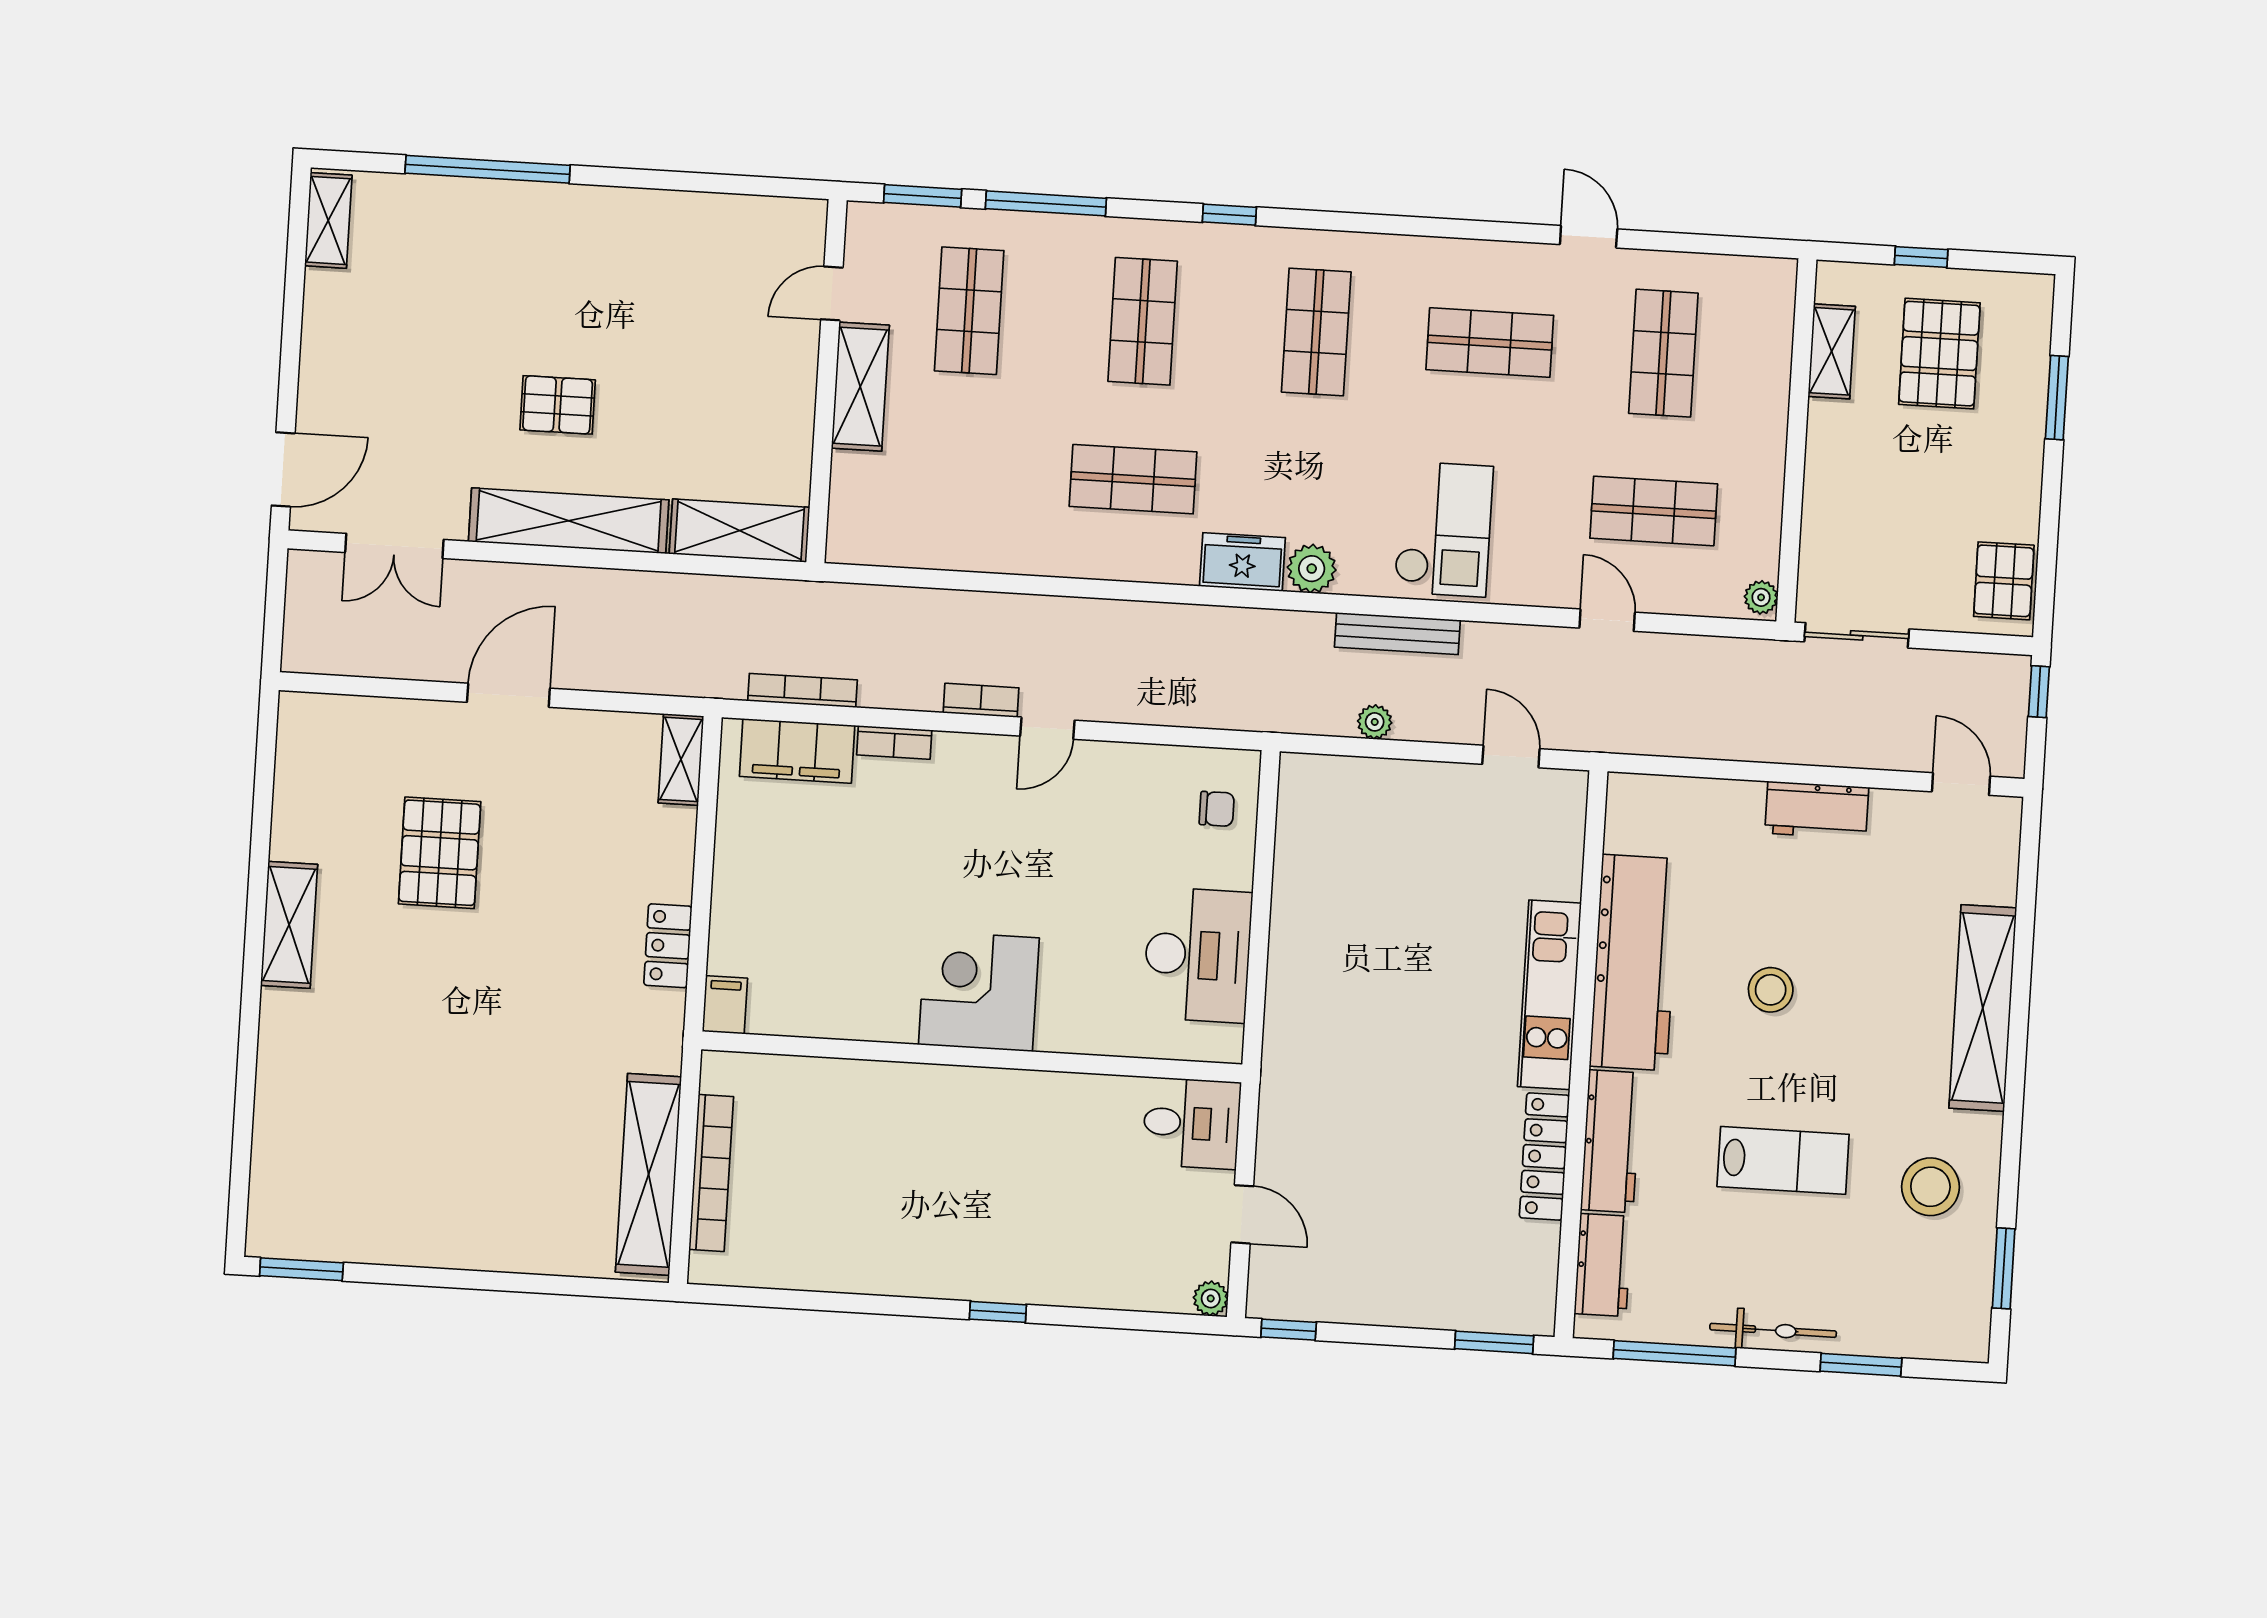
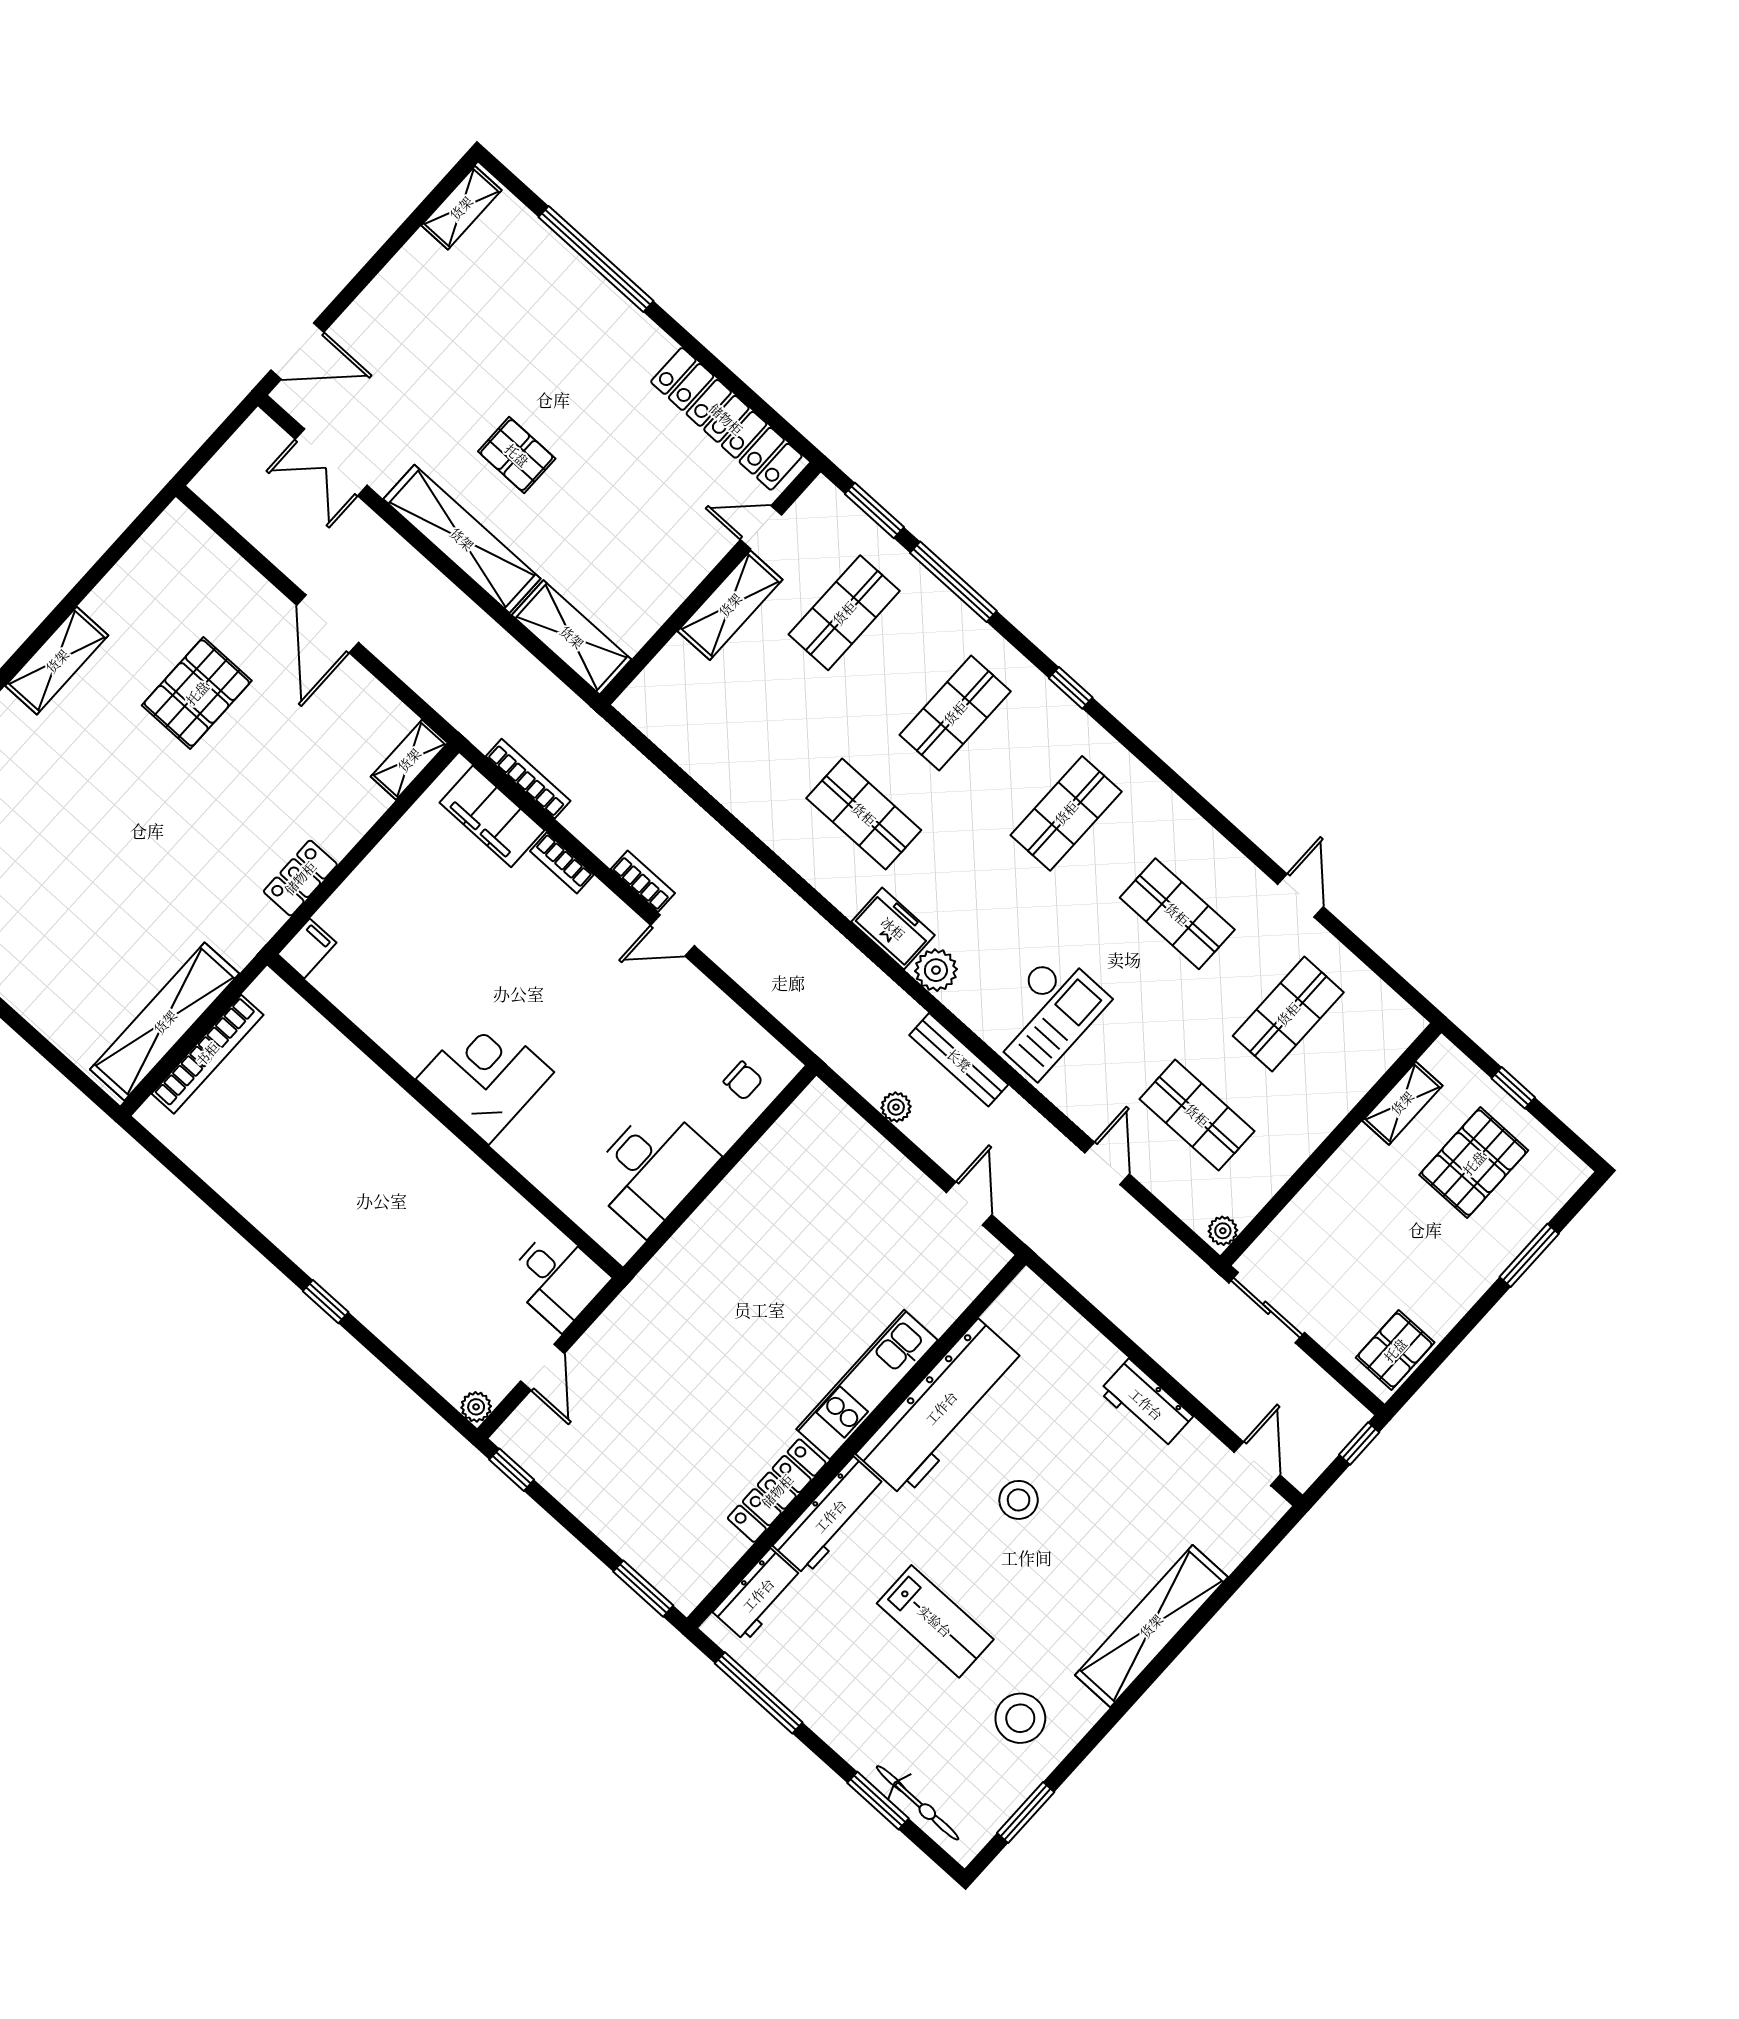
locker: (722, 220) -> (726, 419), added
door: (508, 695) -> (328, 624), swing flipped
bicycle: (1773, 1330) -> (918, 1803), moved

